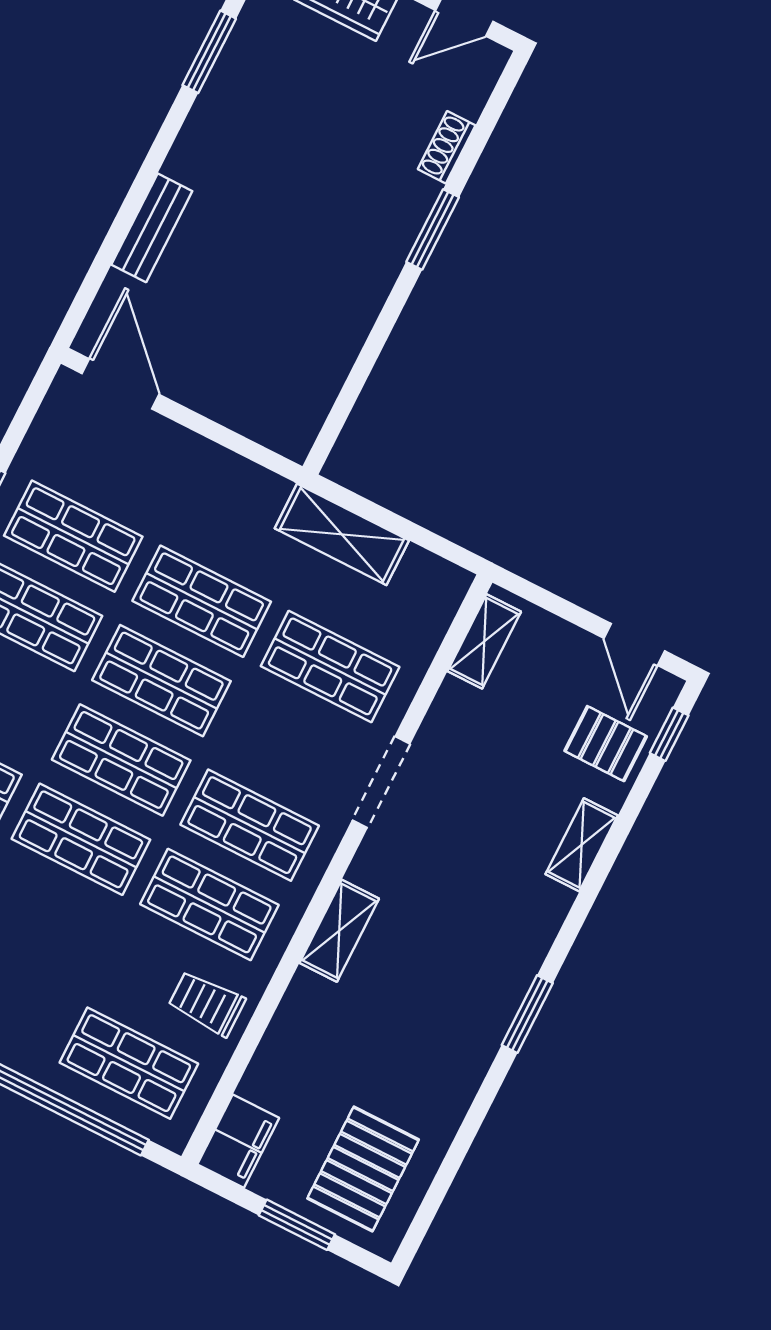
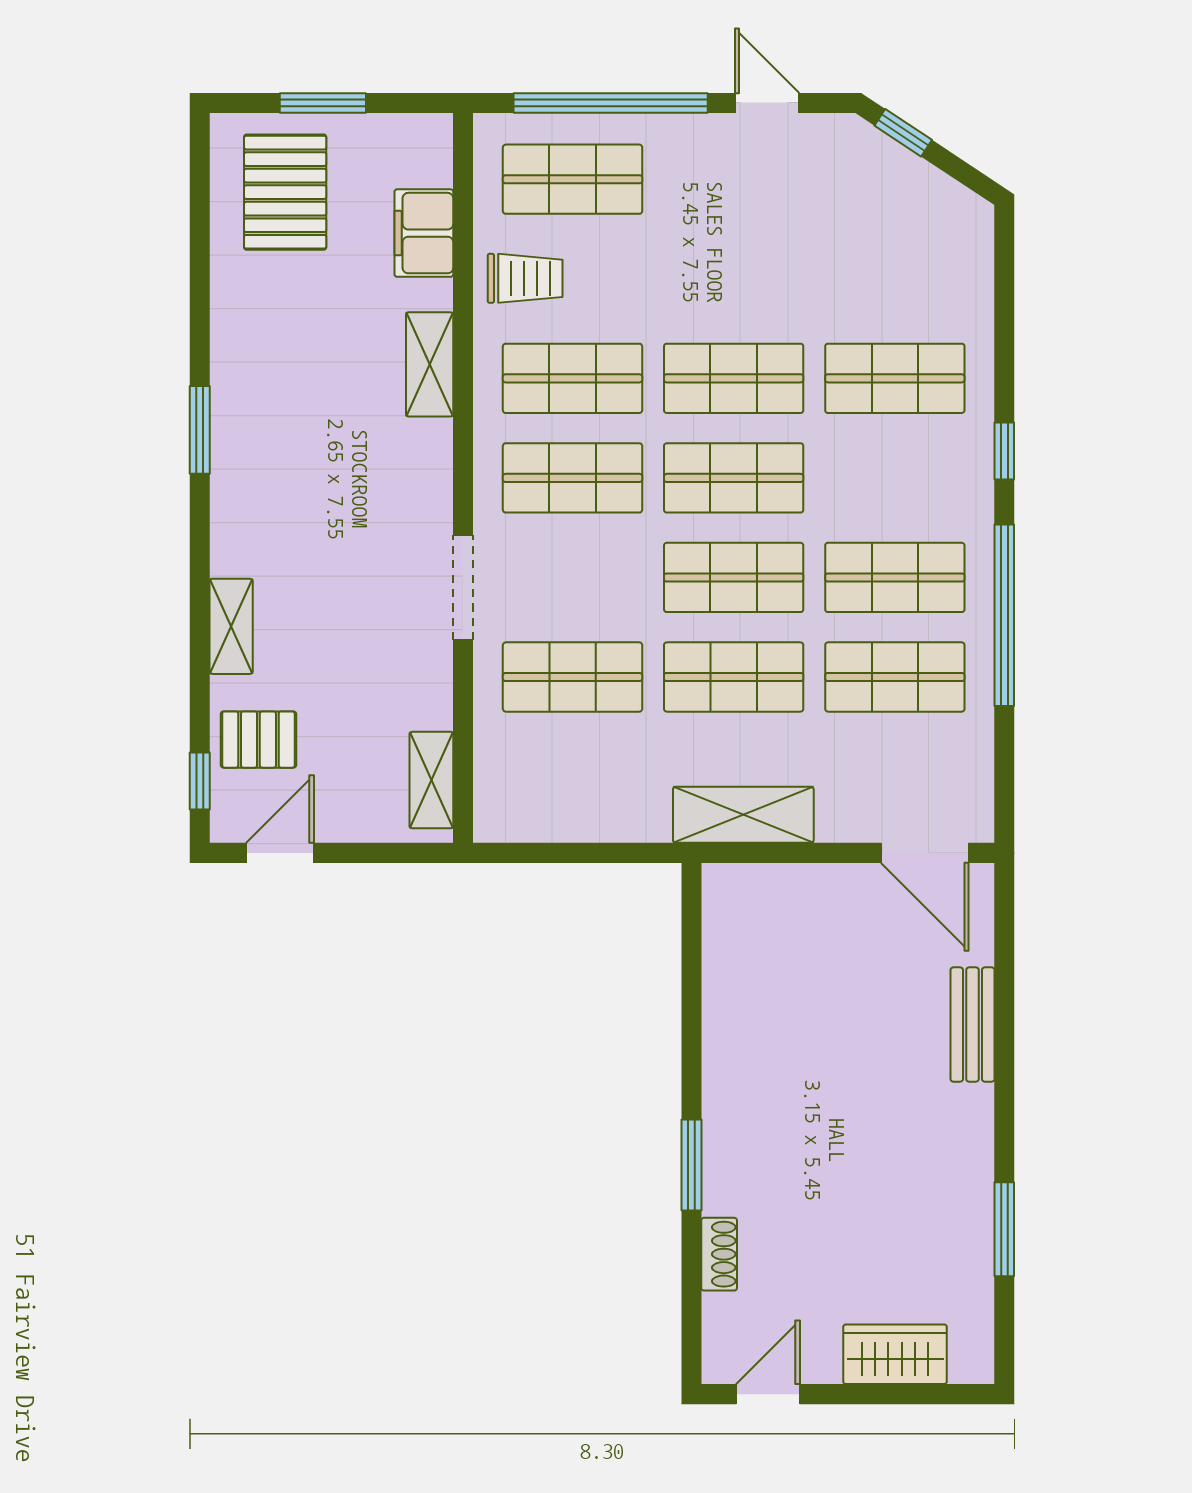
shelving: (342, 534) -> (743, 815), moved
door: (634, 645) -> (280, 853), hinge flipped
shelving: (339, 931) -> (430, 364), moved
filing cabinet: (238, 1141) -> (424, 233), moved

